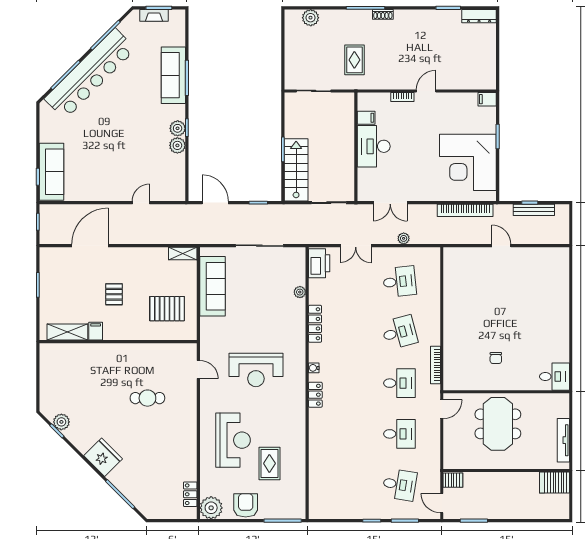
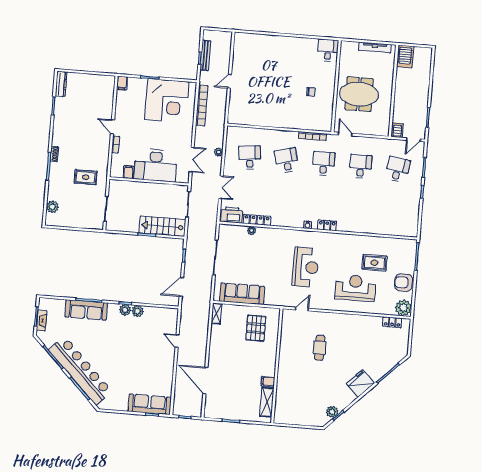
desk: (374, 146) -> (156, 165), width x1.36, depth x1.30
pallet: (114, 294) -> (242, 366), removed
locker: (315, 324) -> (257, 220), moved

